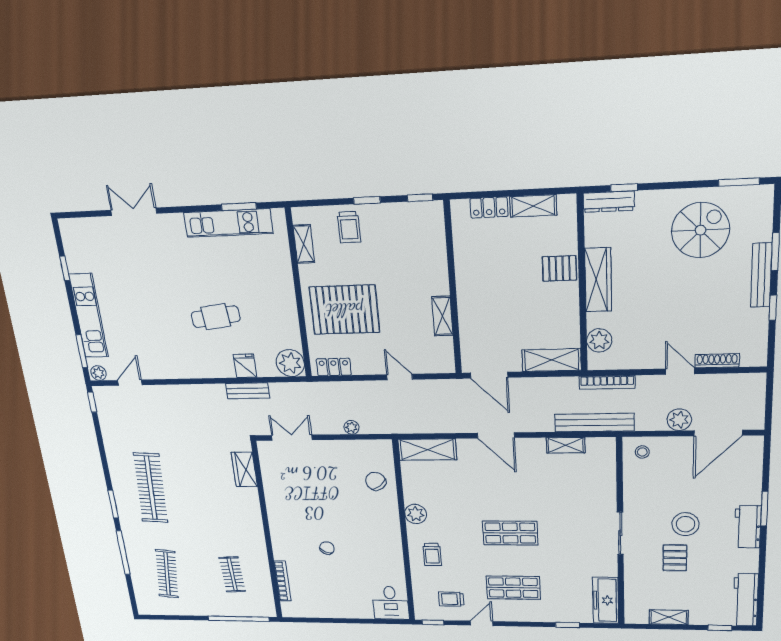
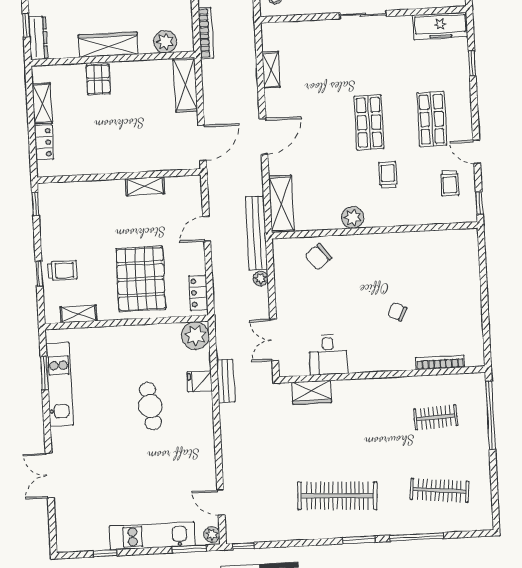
window: (367, 200) -> (39, 274), moved
bench: (594, 423) -> (257, 233), moved
trolley: (432, 555) -> (388, 175), moved, turned -90
desk: (390, 603) -> (328, 355), moved, turned 90

